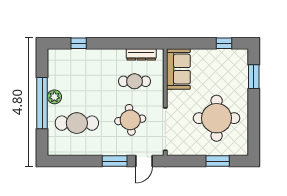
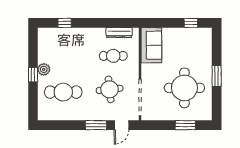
window: (254, 77) -> (217, 76), moved
window: (42, 103) -> (33, 75), width x0.32

